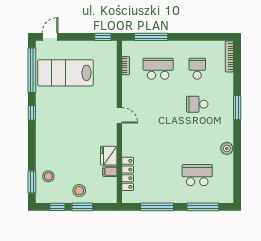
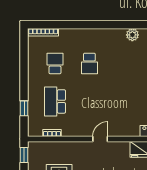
window: (151, 37) -> (24, 108), width x0.46
school desk: (197, 69) -> (55, 64), turned 90
window: (237, 108) -> (93, 25), removed

